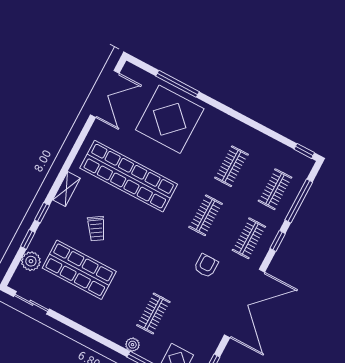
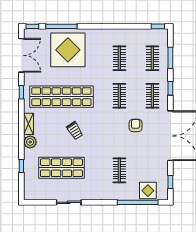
window: (139, 64) -> (32, 26), added
window: (299, 201) -> (170, 58), width x0.69
window: (42, 213) -> (21, 92), moved
trolley: (96, 229) -> (75, 131), moved
plant: (31, 261) -> (30, 142), moved
sliding door: (31, 303) -> (69, 202), moved
plant: (133, 345) -> (117, 195), removed

